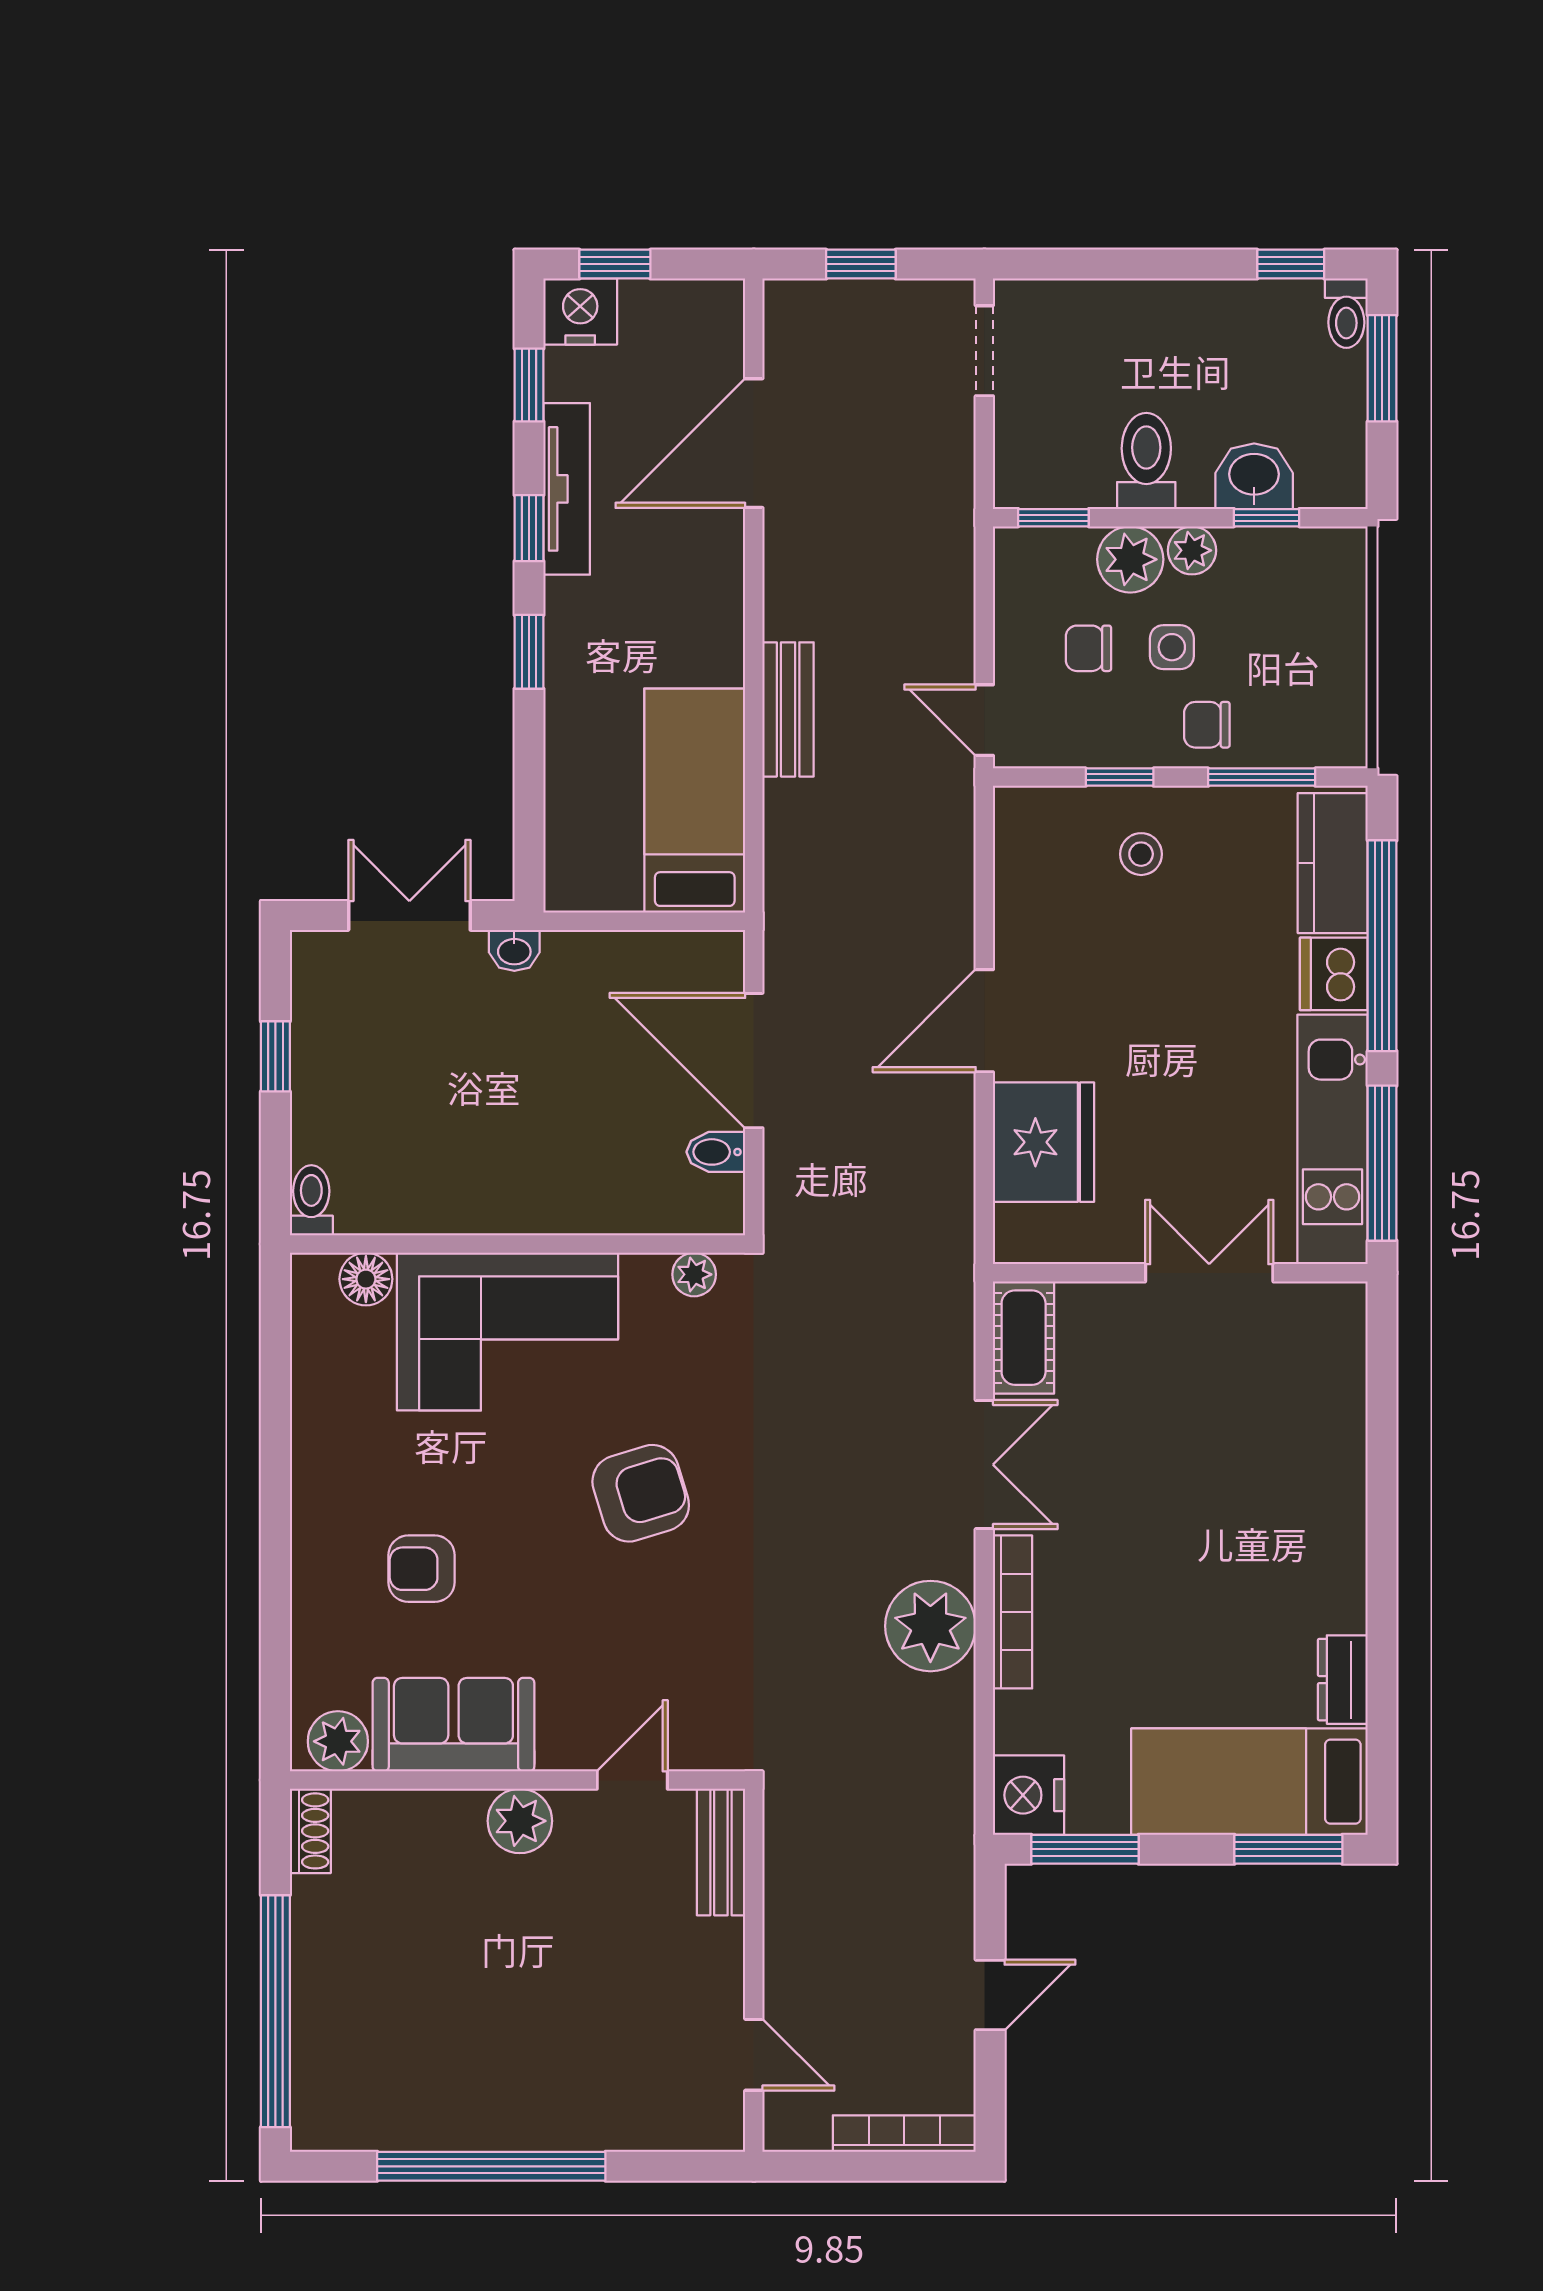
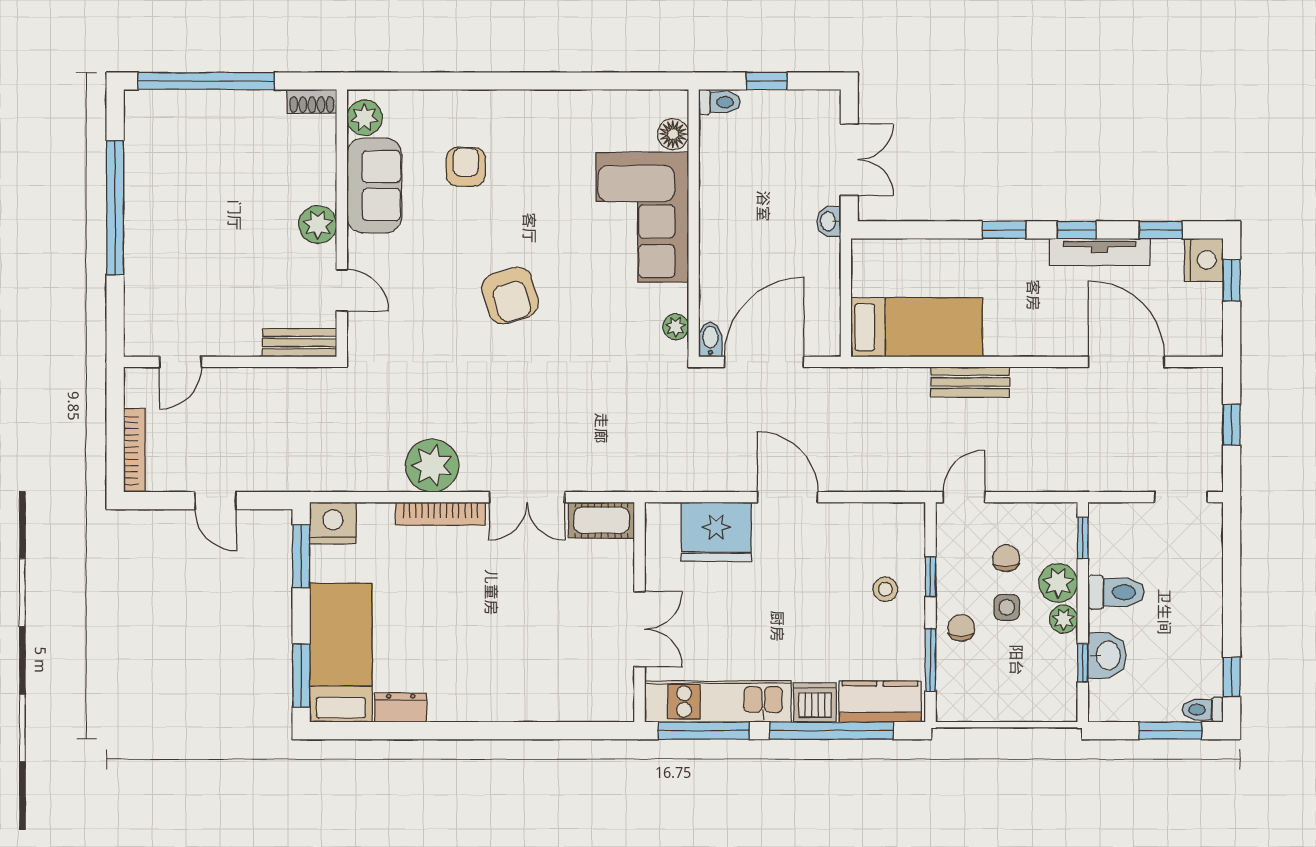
toilet: (311, 1200) -> (719, 102), moved
wall: (517, 1244) -> (694, 223), moved
plant: (694, 1274) -> (676, 327), moved
floor lamp: (366, 1279) -> (673, 134), moved
corner sofa: (507, 1332) -> (642, 217), moved

